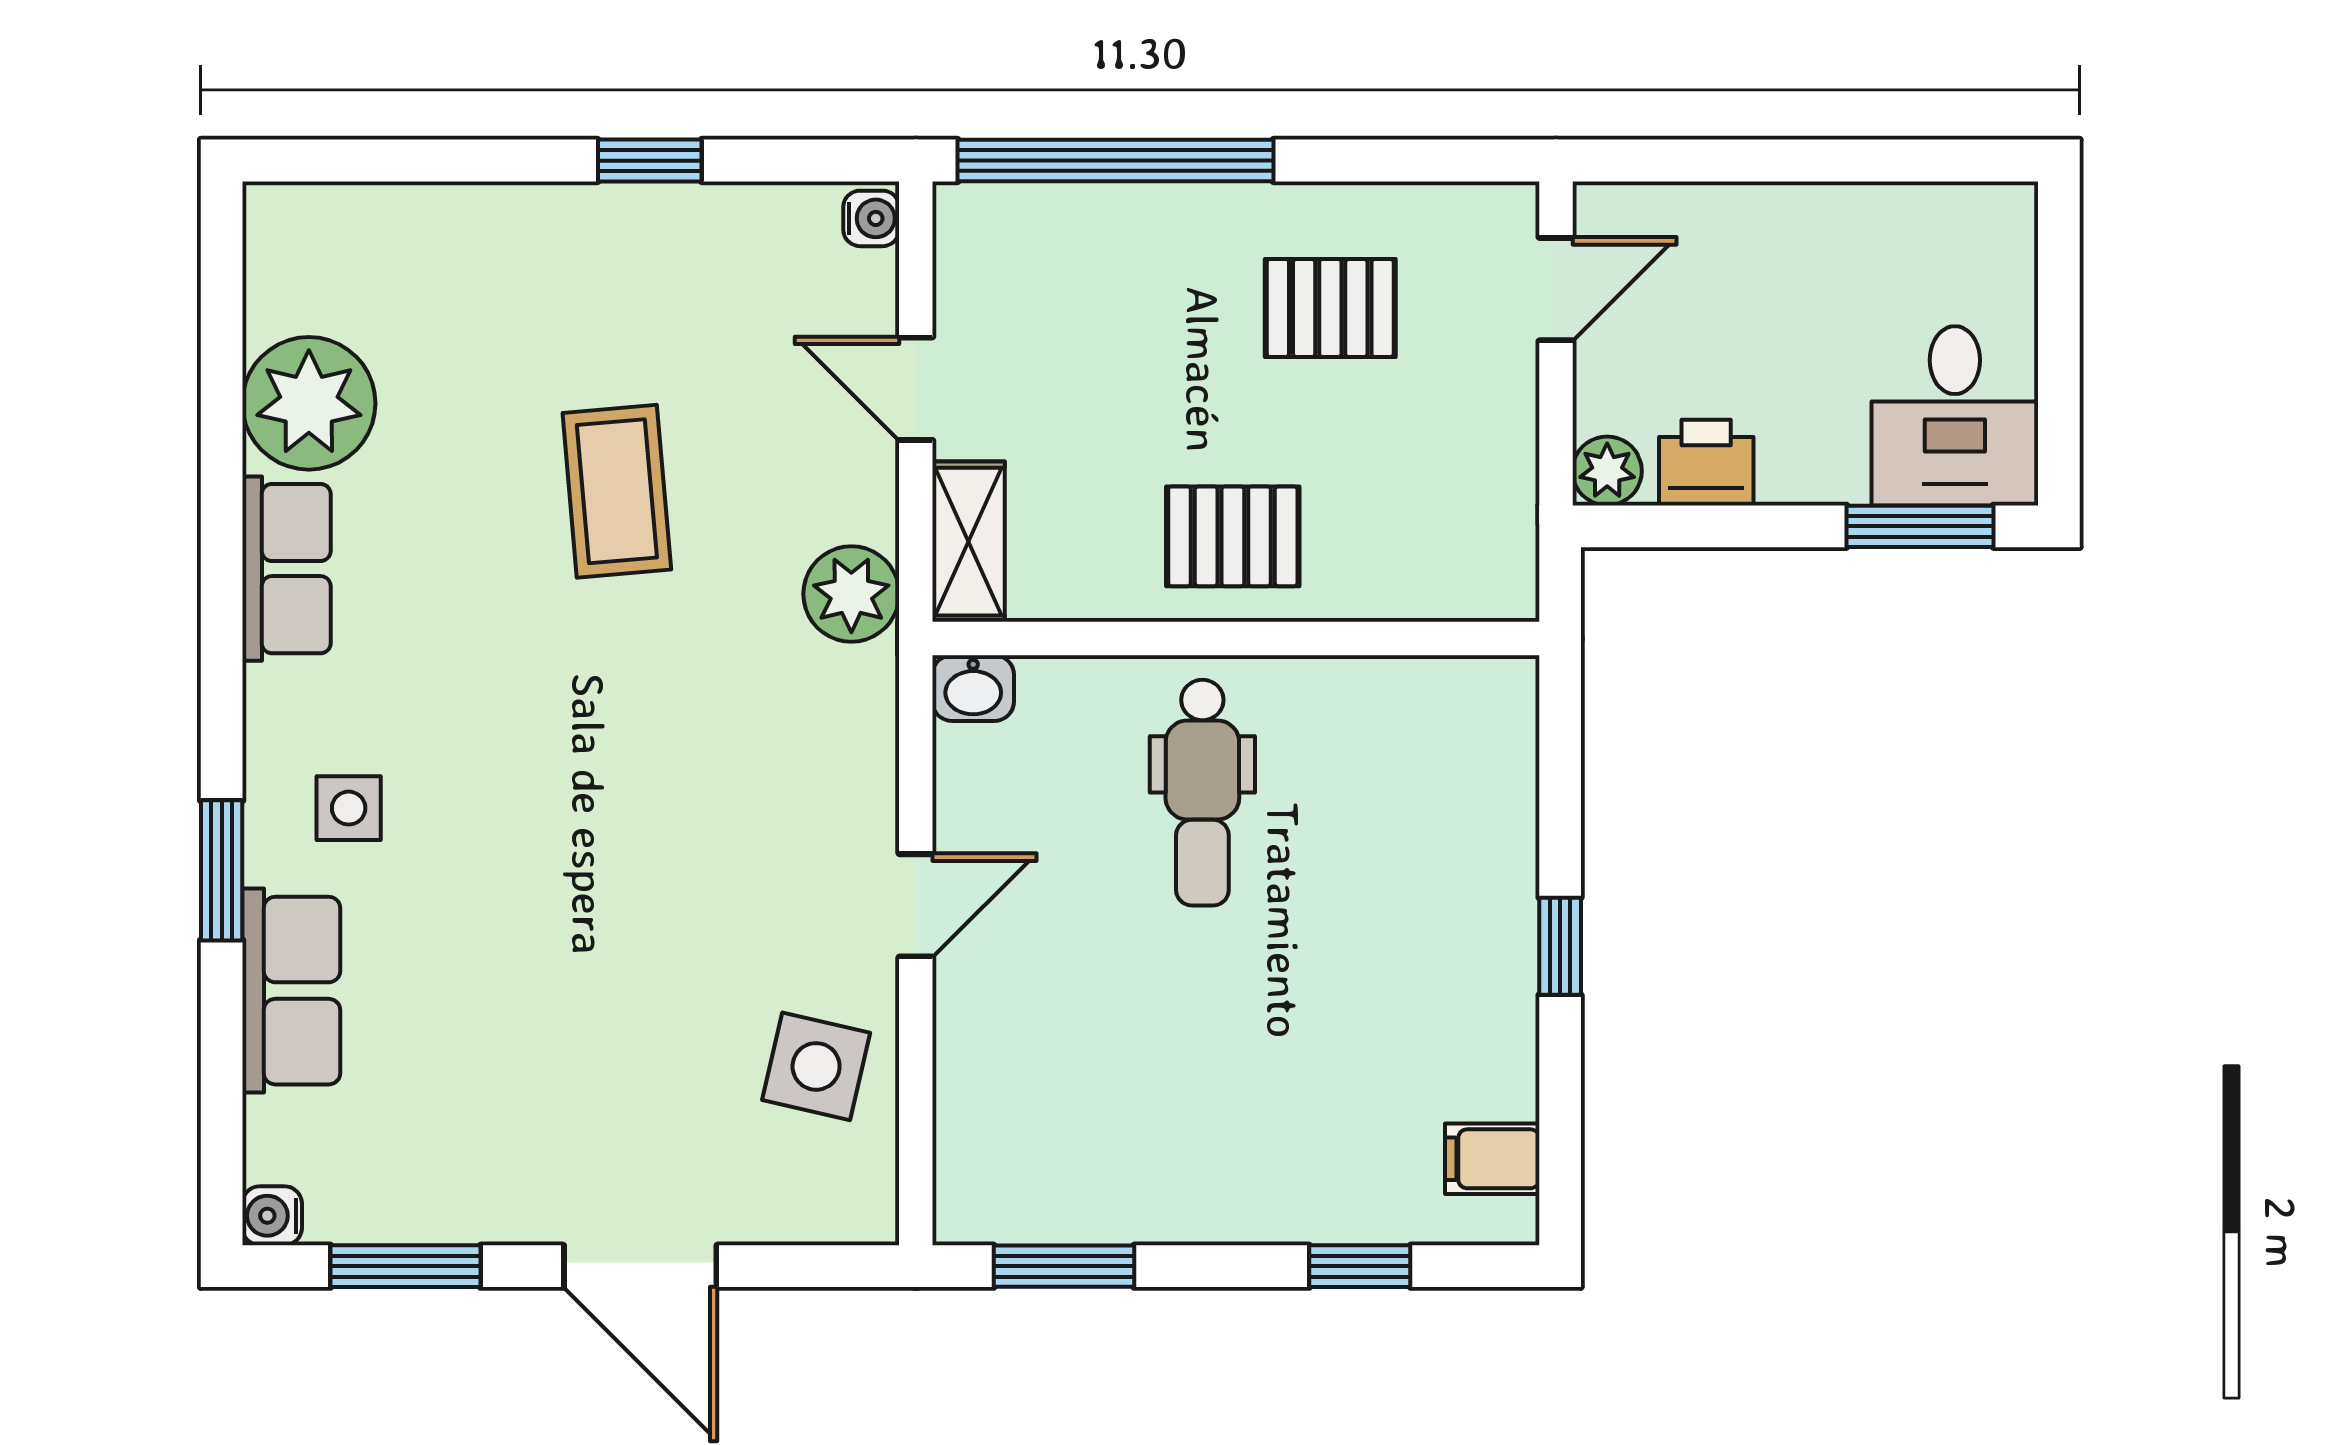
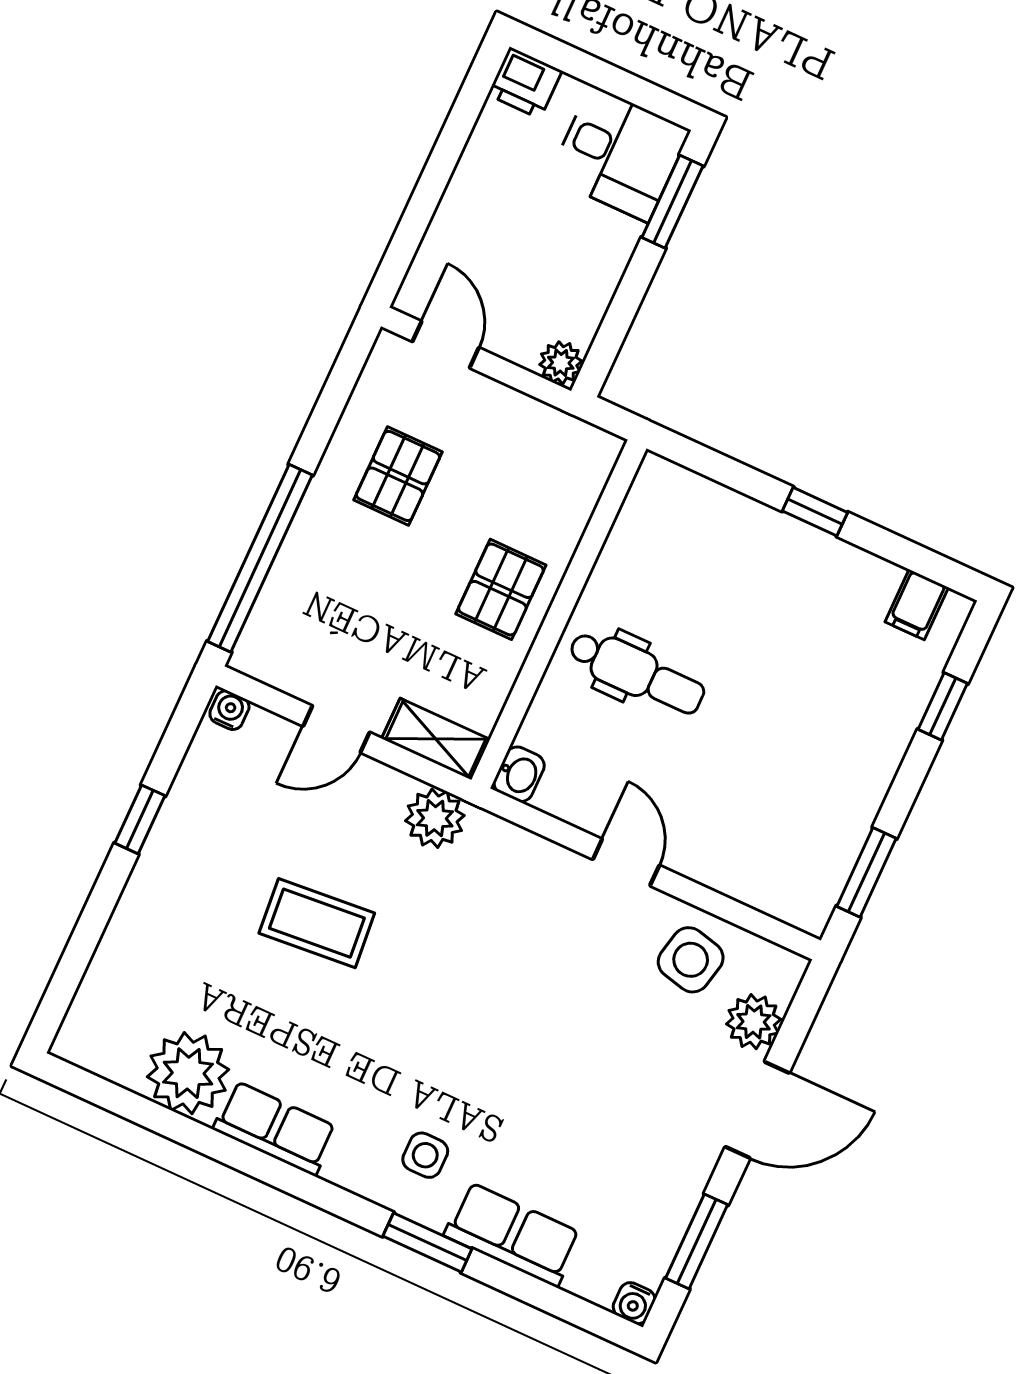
printer: (1706, 463) -> (525, 83), moved, turned -90
plant: (768, 1201) -> (754, 1022), added

